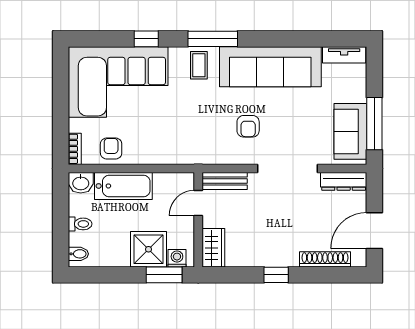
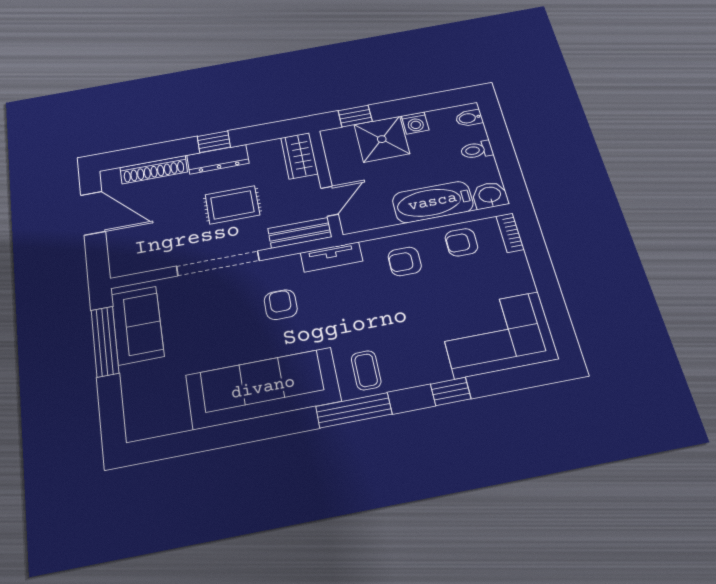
tv unit: (344, 55) -> (332, 257), moved, turned 180
corner sofa: (118, 82) -> (497, 335), width x0.73, depth x0.74
armchair: (155, 142) -> (405, 261), added
armchair: (111, 148) -> (461, 242), turned 90
dresser: (344, 181) -> (218, 159), moved, turned 180
rug: (270, 215) -> (232, 205), added
door: (374, 231) -> (93, 213), hinge flipped
washing machine: (177, 258) -> (415, 123), moved
window: (164, 275) -> (355, 116), width x0.67

